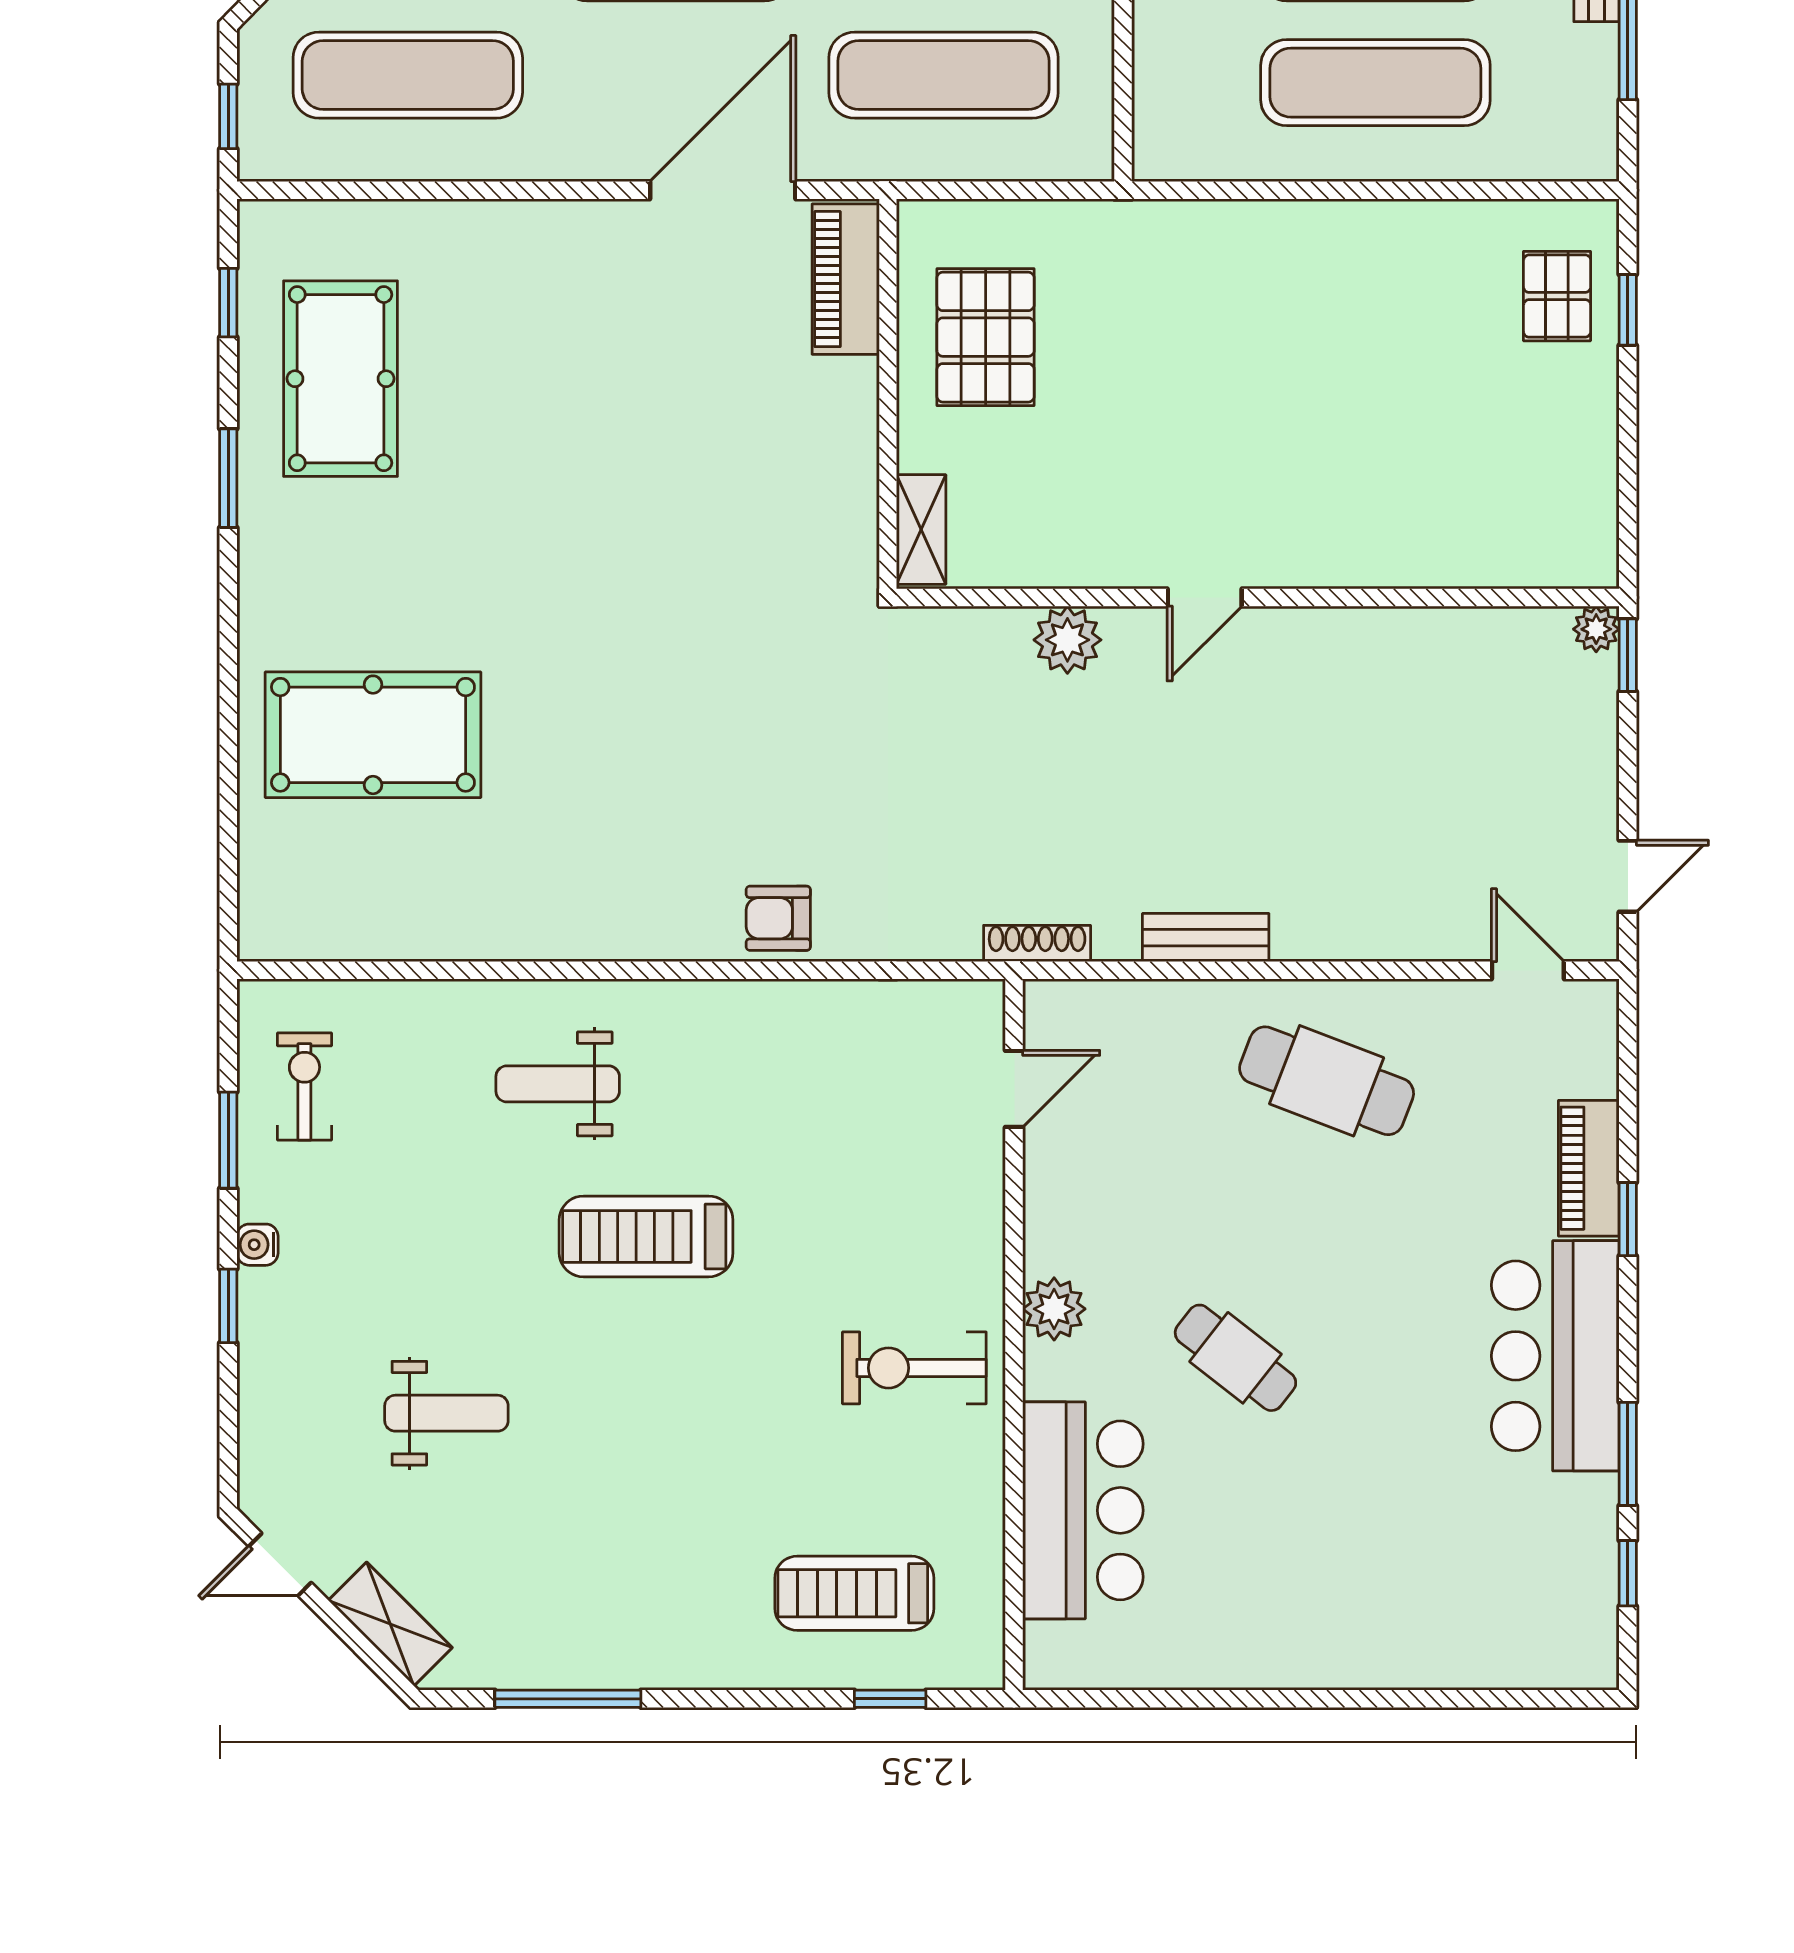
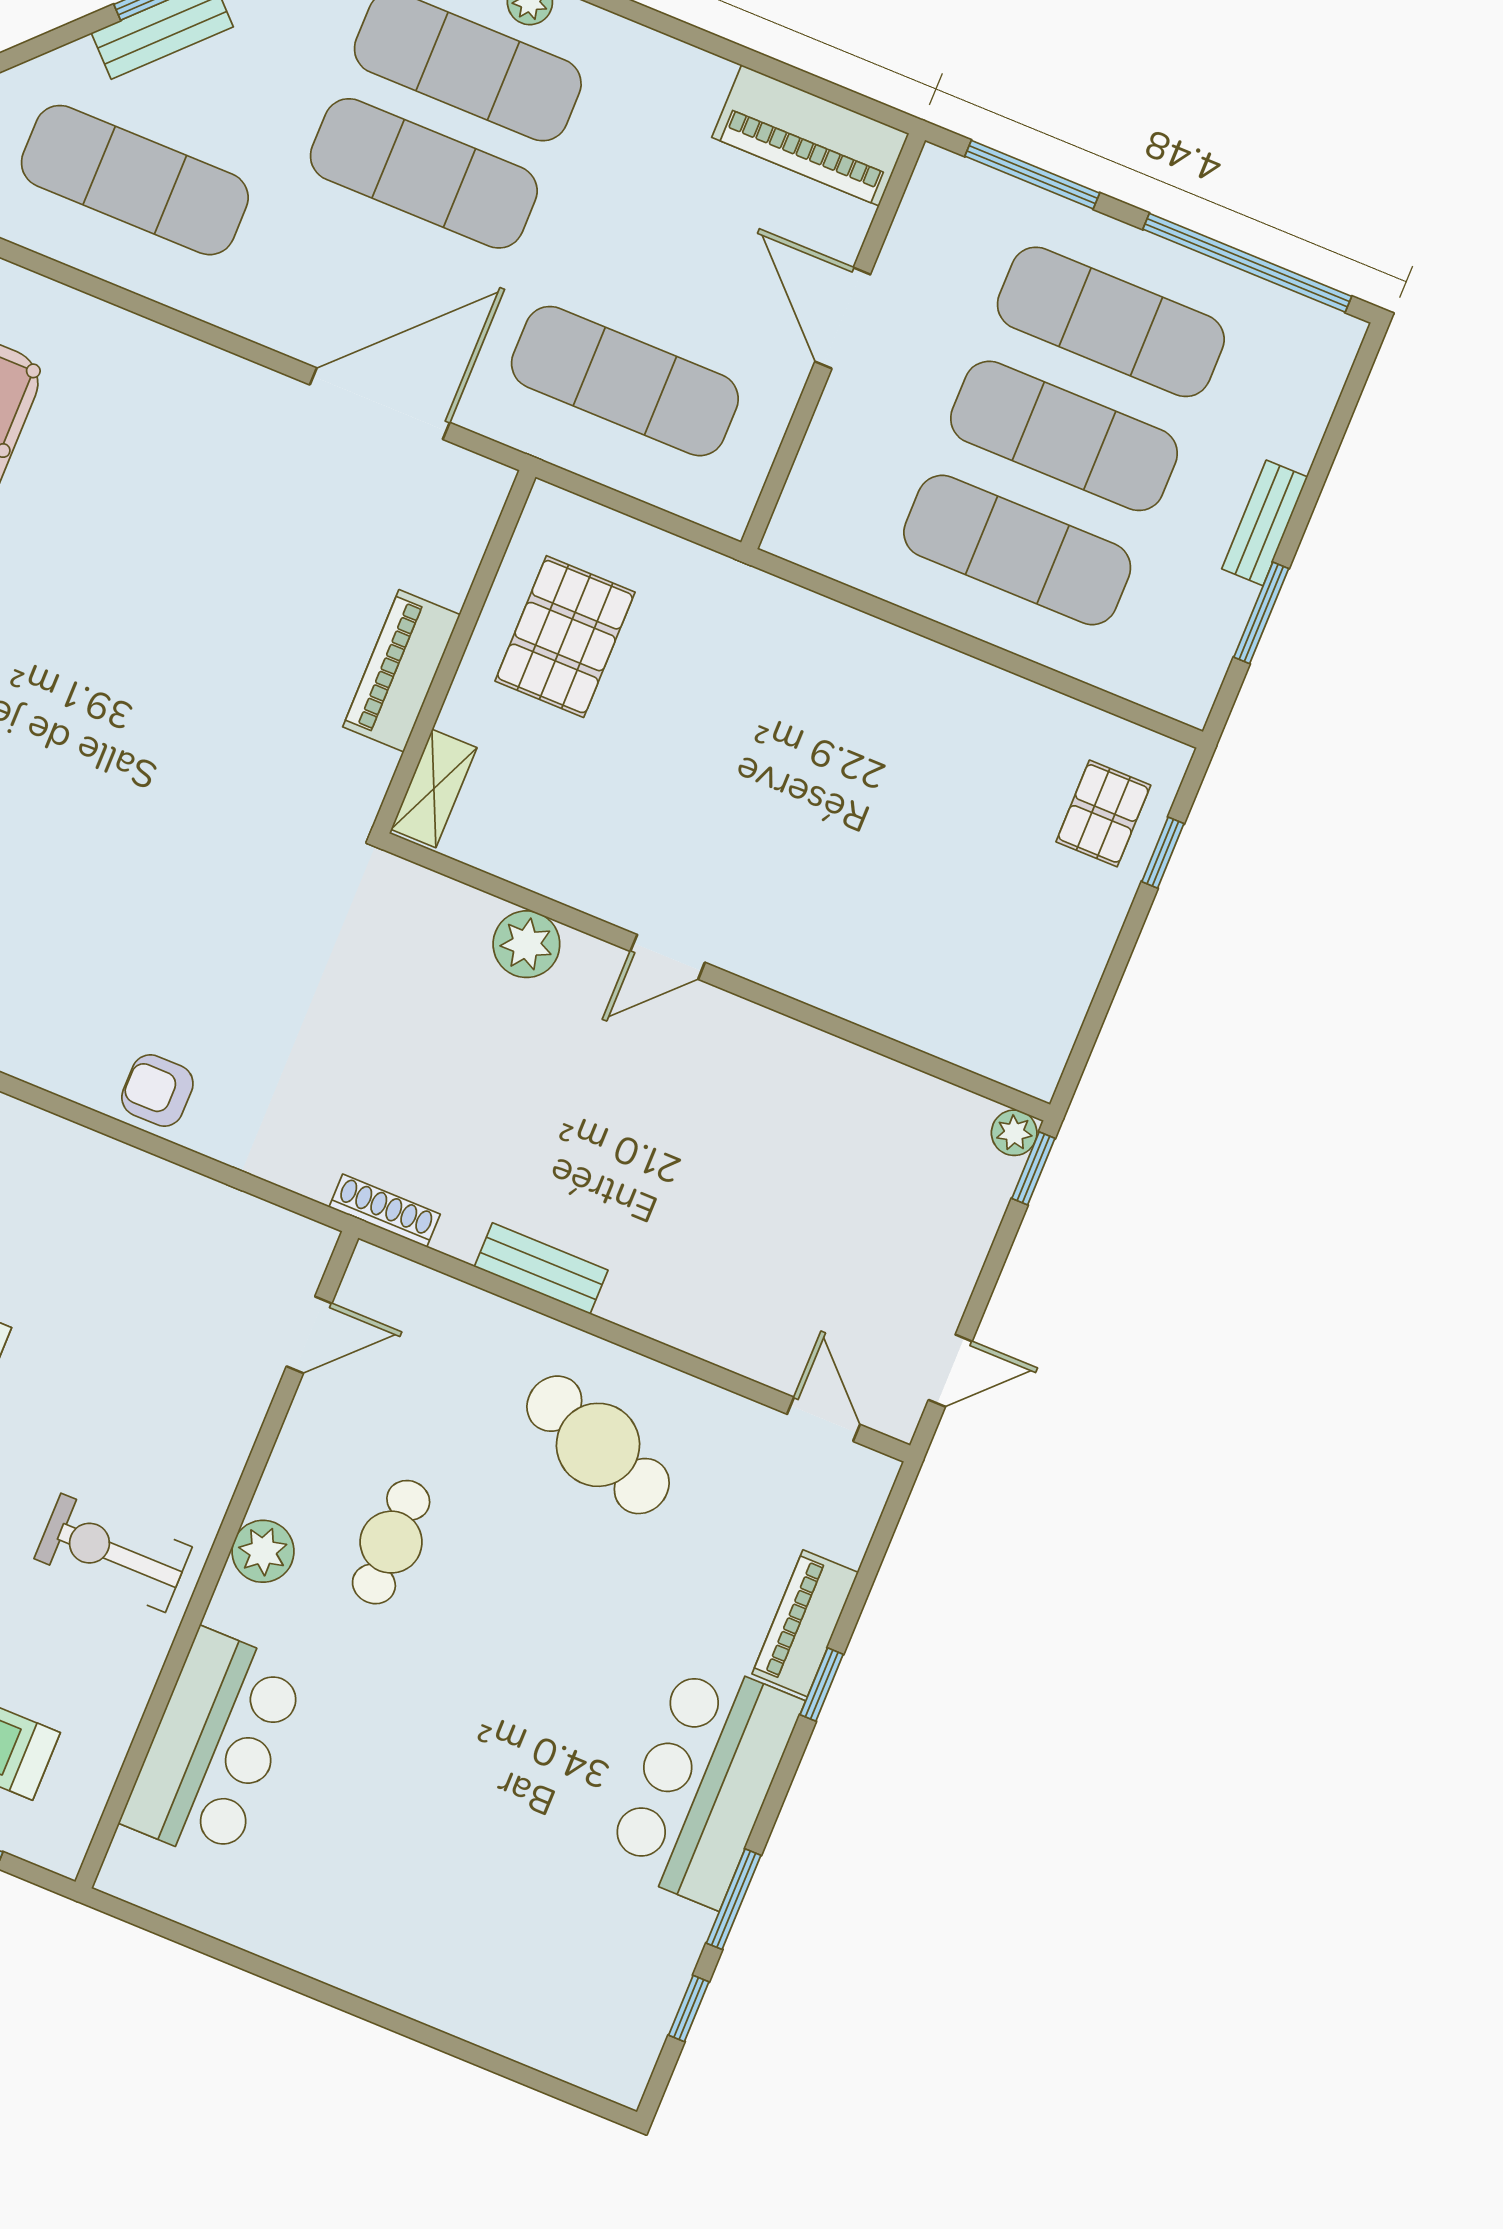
piano: (846, 279) -> (401, 671), moved
cafe table: (1235, 1358) -> (391, 1542), moved, turned 52

